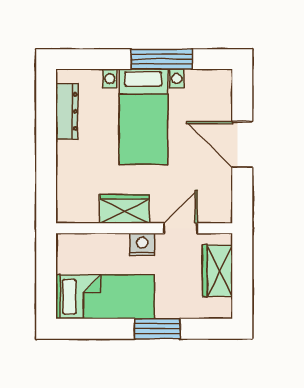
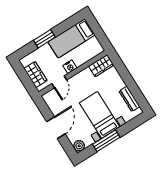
plant: (219, 82) -> (79, 146), added
door: (242, 145) -> (56, 128), hinge flipped
wardrobe: (125, 209) -> (101, 66), moved

